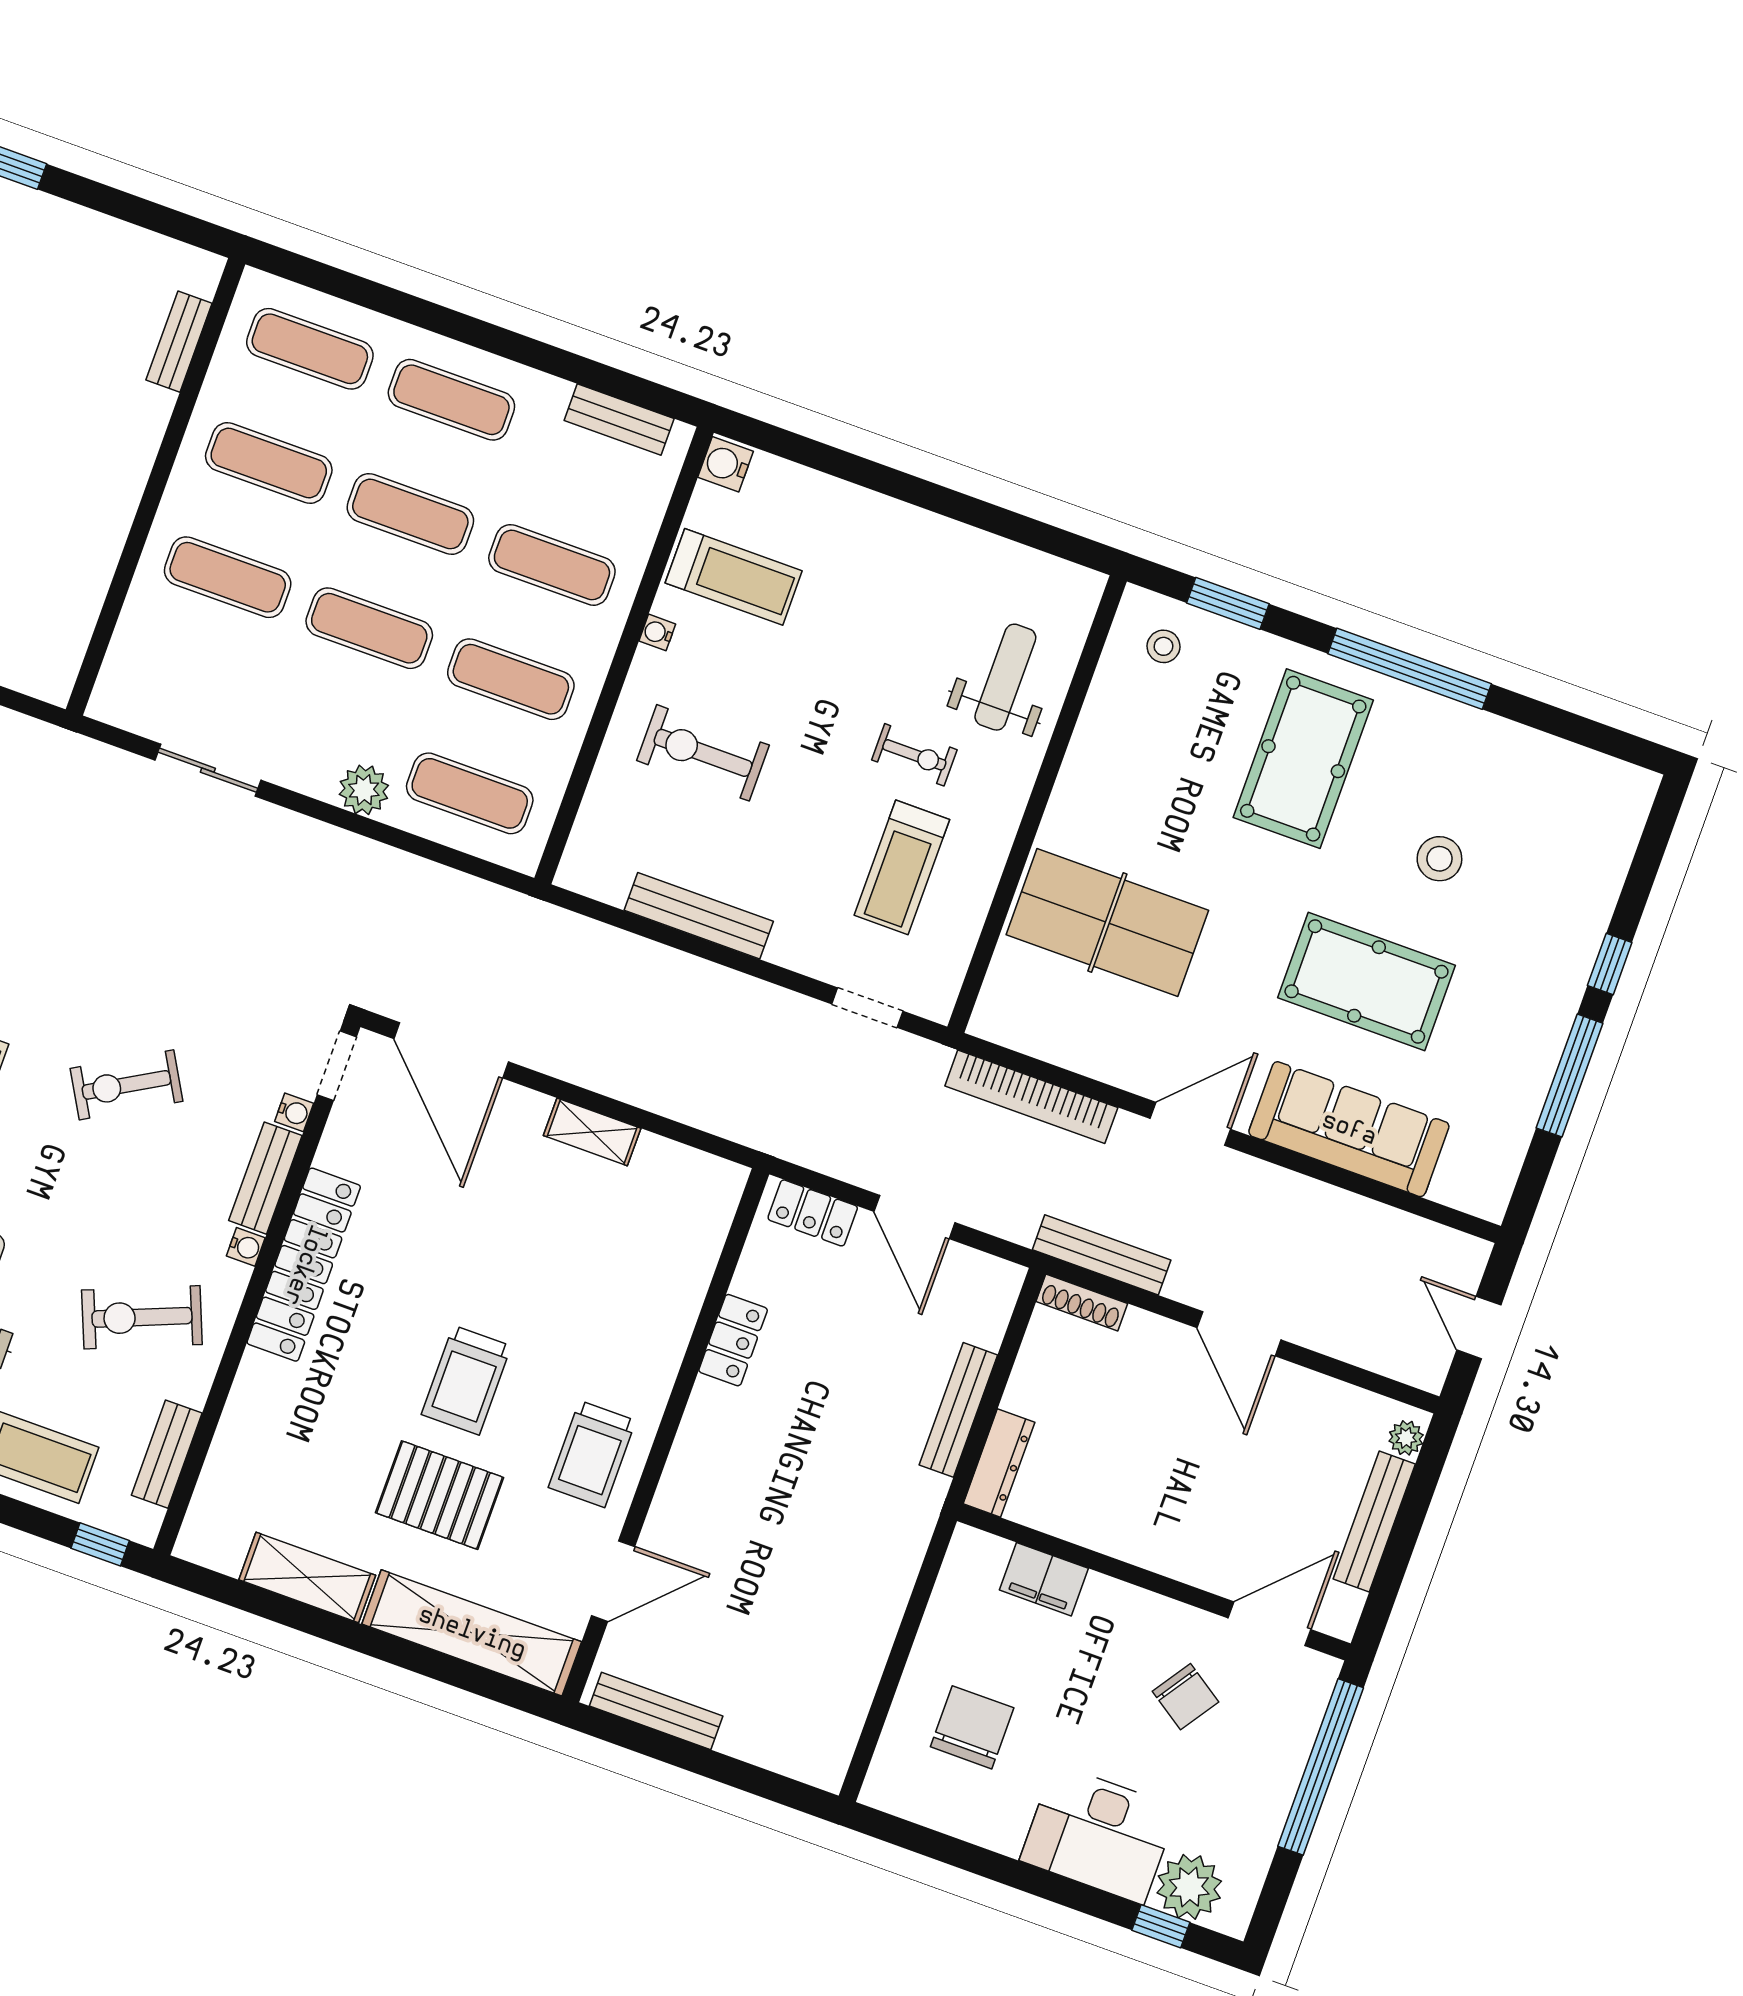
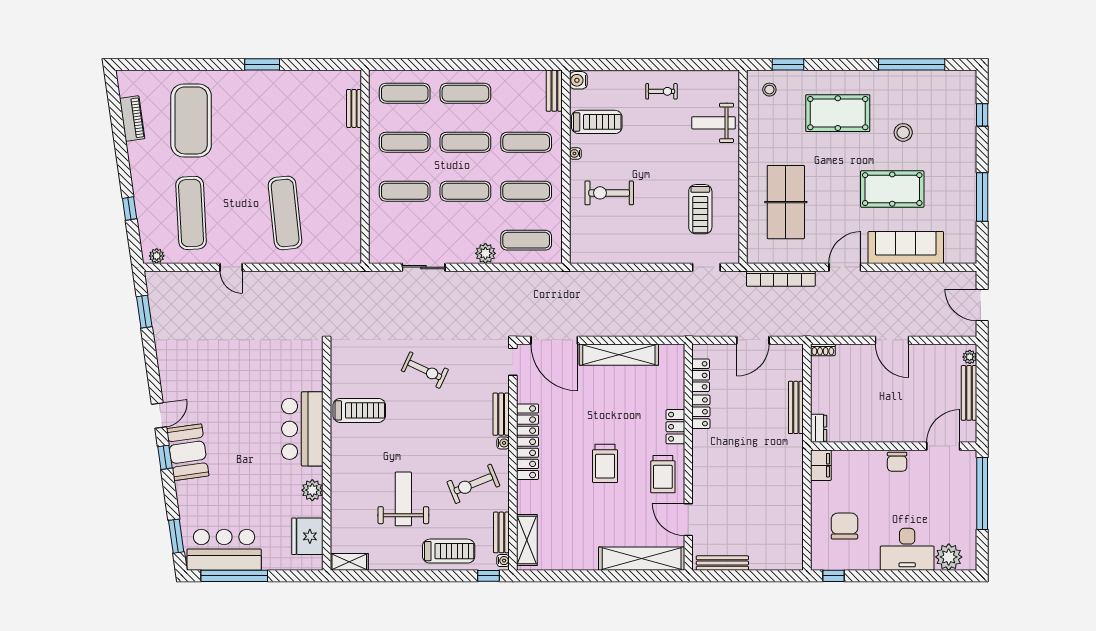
bench: (619, 420) -> (554, 91), moved, turned 90
window: (1410, 669) -> (912, 64), moved
weight bench: (1005, 677) -> (714, 123), turned -90
exercise bike: (914, 755) -> (662, 91), moved
pool table: (1303, 759) -> (838, 113), turned 90
bench: (699, 916) -> (630, 255), removed
table tennis table: (1107, 922) -> (786, 202), turned 90
window: (1610, 964) -> (982, 115), moved
exercise bike: (126, 1085) -> (425, 370), moved, turned -125
water cooler: (294, 1112) -> (503, 561), moved
shelving: (592, 1132) -> (619, 355), width x2.20, depth x1.33
locker: (813, 1213) -> (701, 375), moved, turned -90
door: (914, 1217) -> (753, 340), hinge flipped
bench: (1102, 1255) -> (829, 329), removed
shoe rack: (1082, 1303) -> (823, 350), width x0.70
door: (1479, 1328) -> (982, 305), width x1.37
locker: (661, 1354) -> (675, 427), added
dresser: (999, 1463) -> (819, 428), width x0.70
pallet: (440, 1495) -> (611, 511), removed
shelving: (307, 1577) -> (527, 540), moved, turned 90
filing cabinet: (1044, 1579) -> (821, 465), moved, turned -90
door: (613, 1581) -> (688, 520), swing flipped
chair: (1185, 1697) -> (897, 462), moved, turned 56
window: (1161, 1926) -> (833, 576), moved

